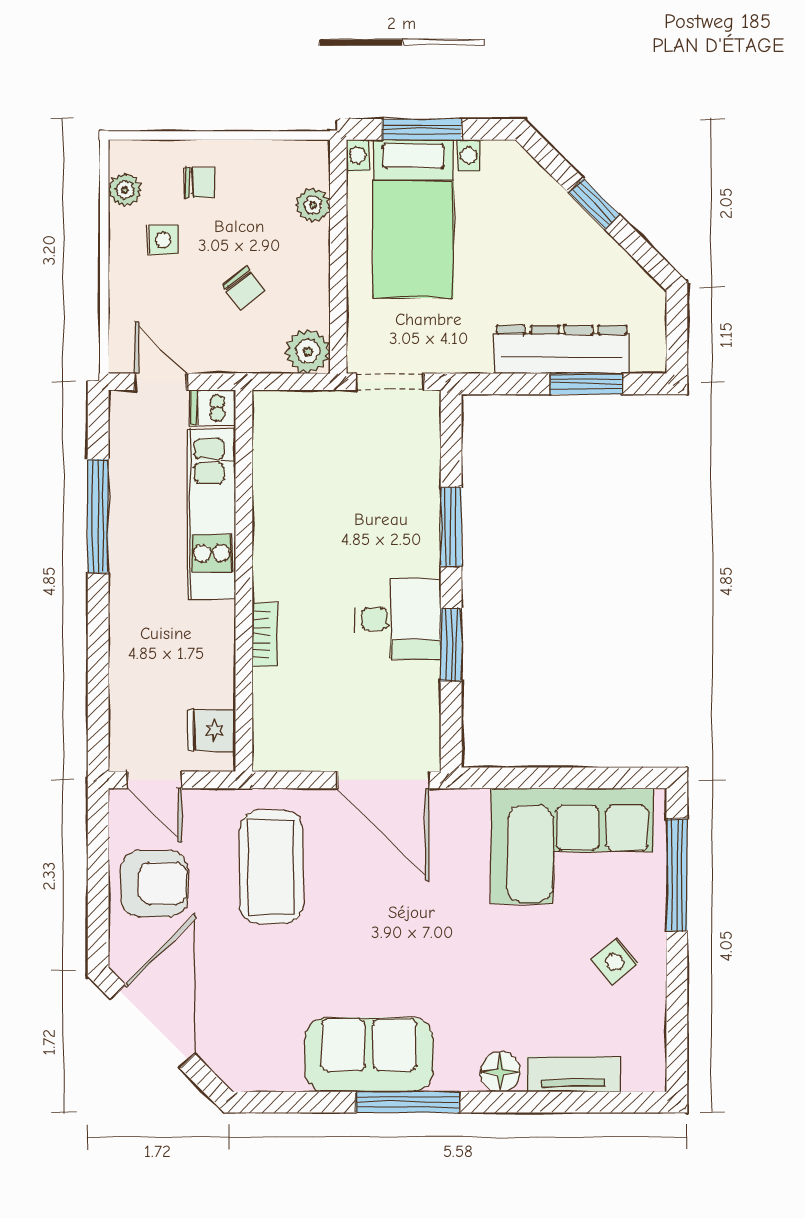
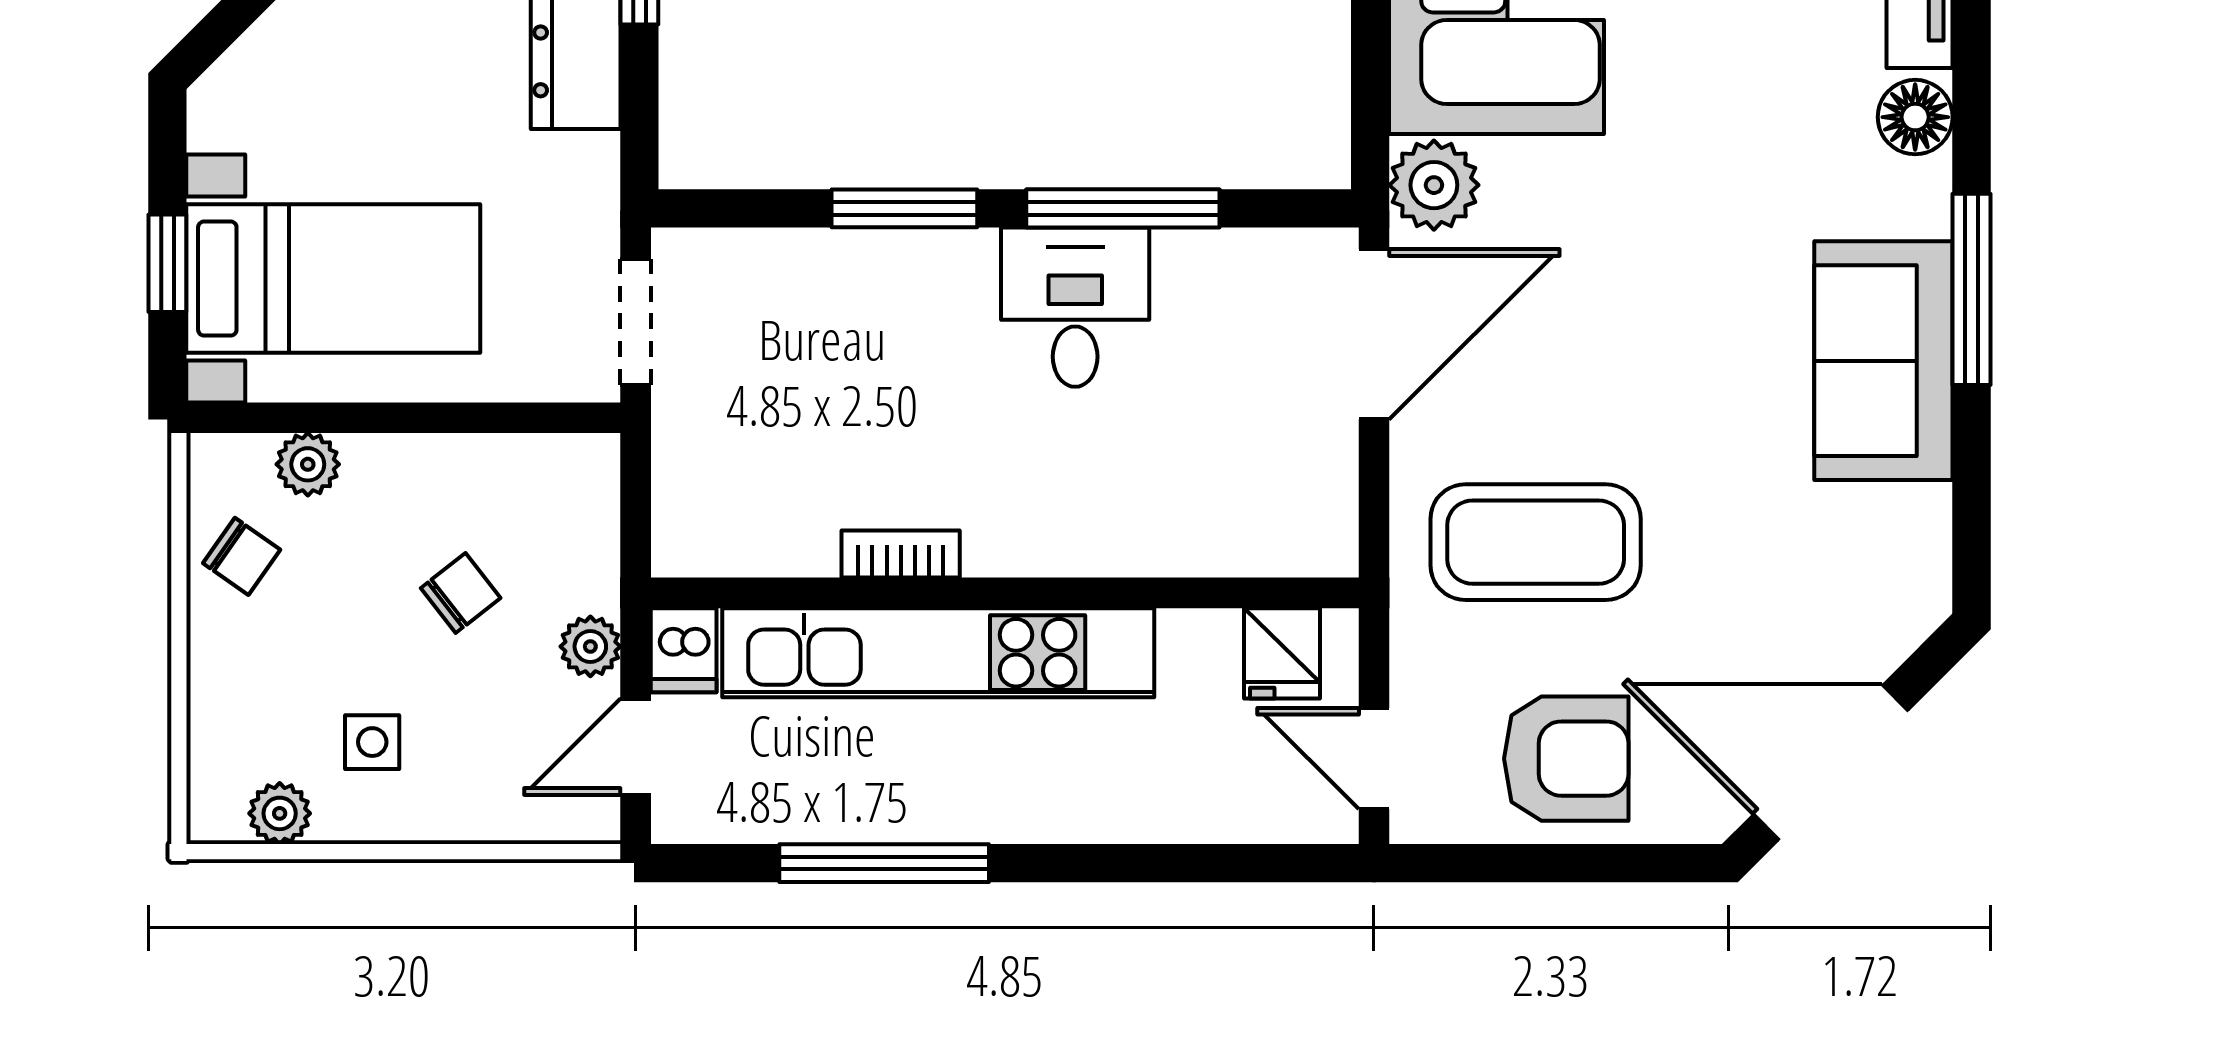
window: (422, 129) -> (167, 263), width x0.67
chair: (200, 183) -> (242, 556), moved, turned 125
plant: (308, 351) -> (590, 646), moved, width x0.73, depth x0.73
kitchen unit: (212, 514) -> (938, 653), width x1.36
bookcase: (265, 635) -> (901, 554), moved
window: (451, 644) -> (1123, 208), width x1.44
door: (154, 780) -> (1374, 758), swing flipped
plant: (464, 812) -> (1434, 185), added
armchair: (154, 884) -> (1566, 759), turned 90

